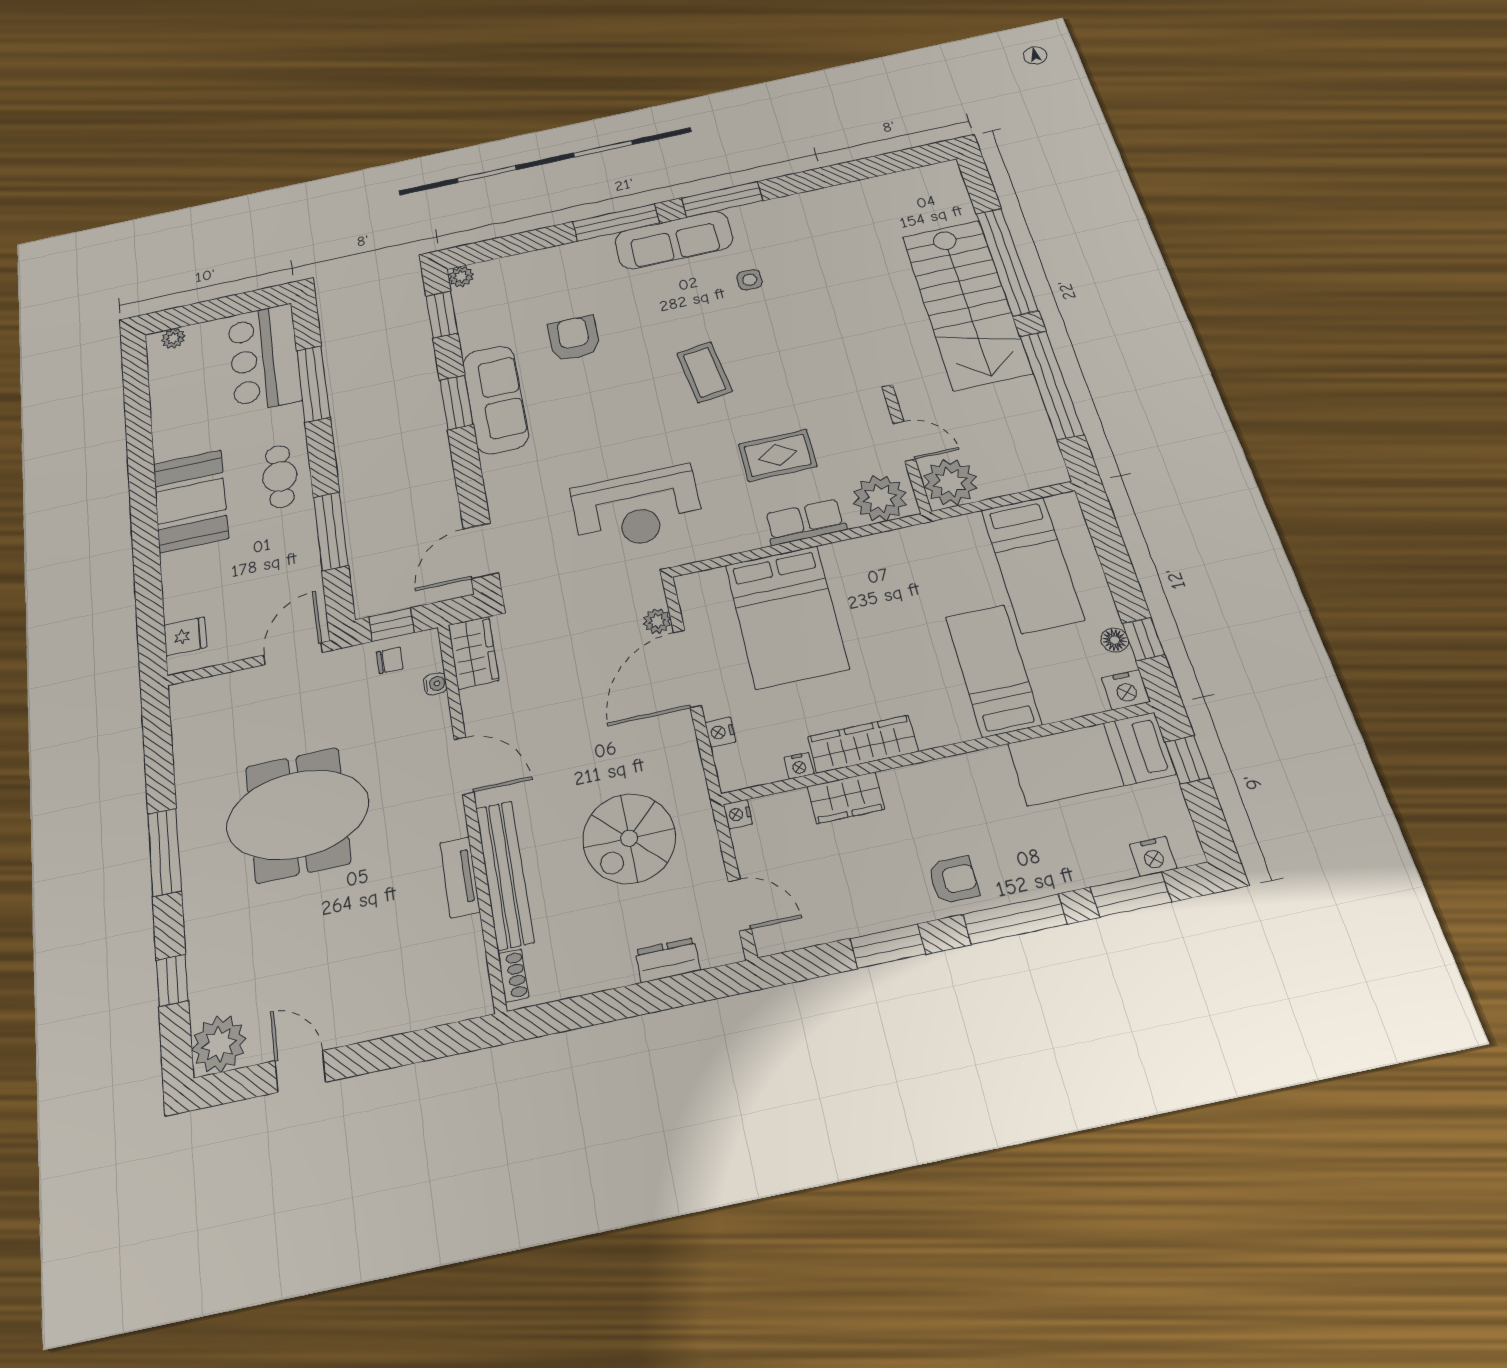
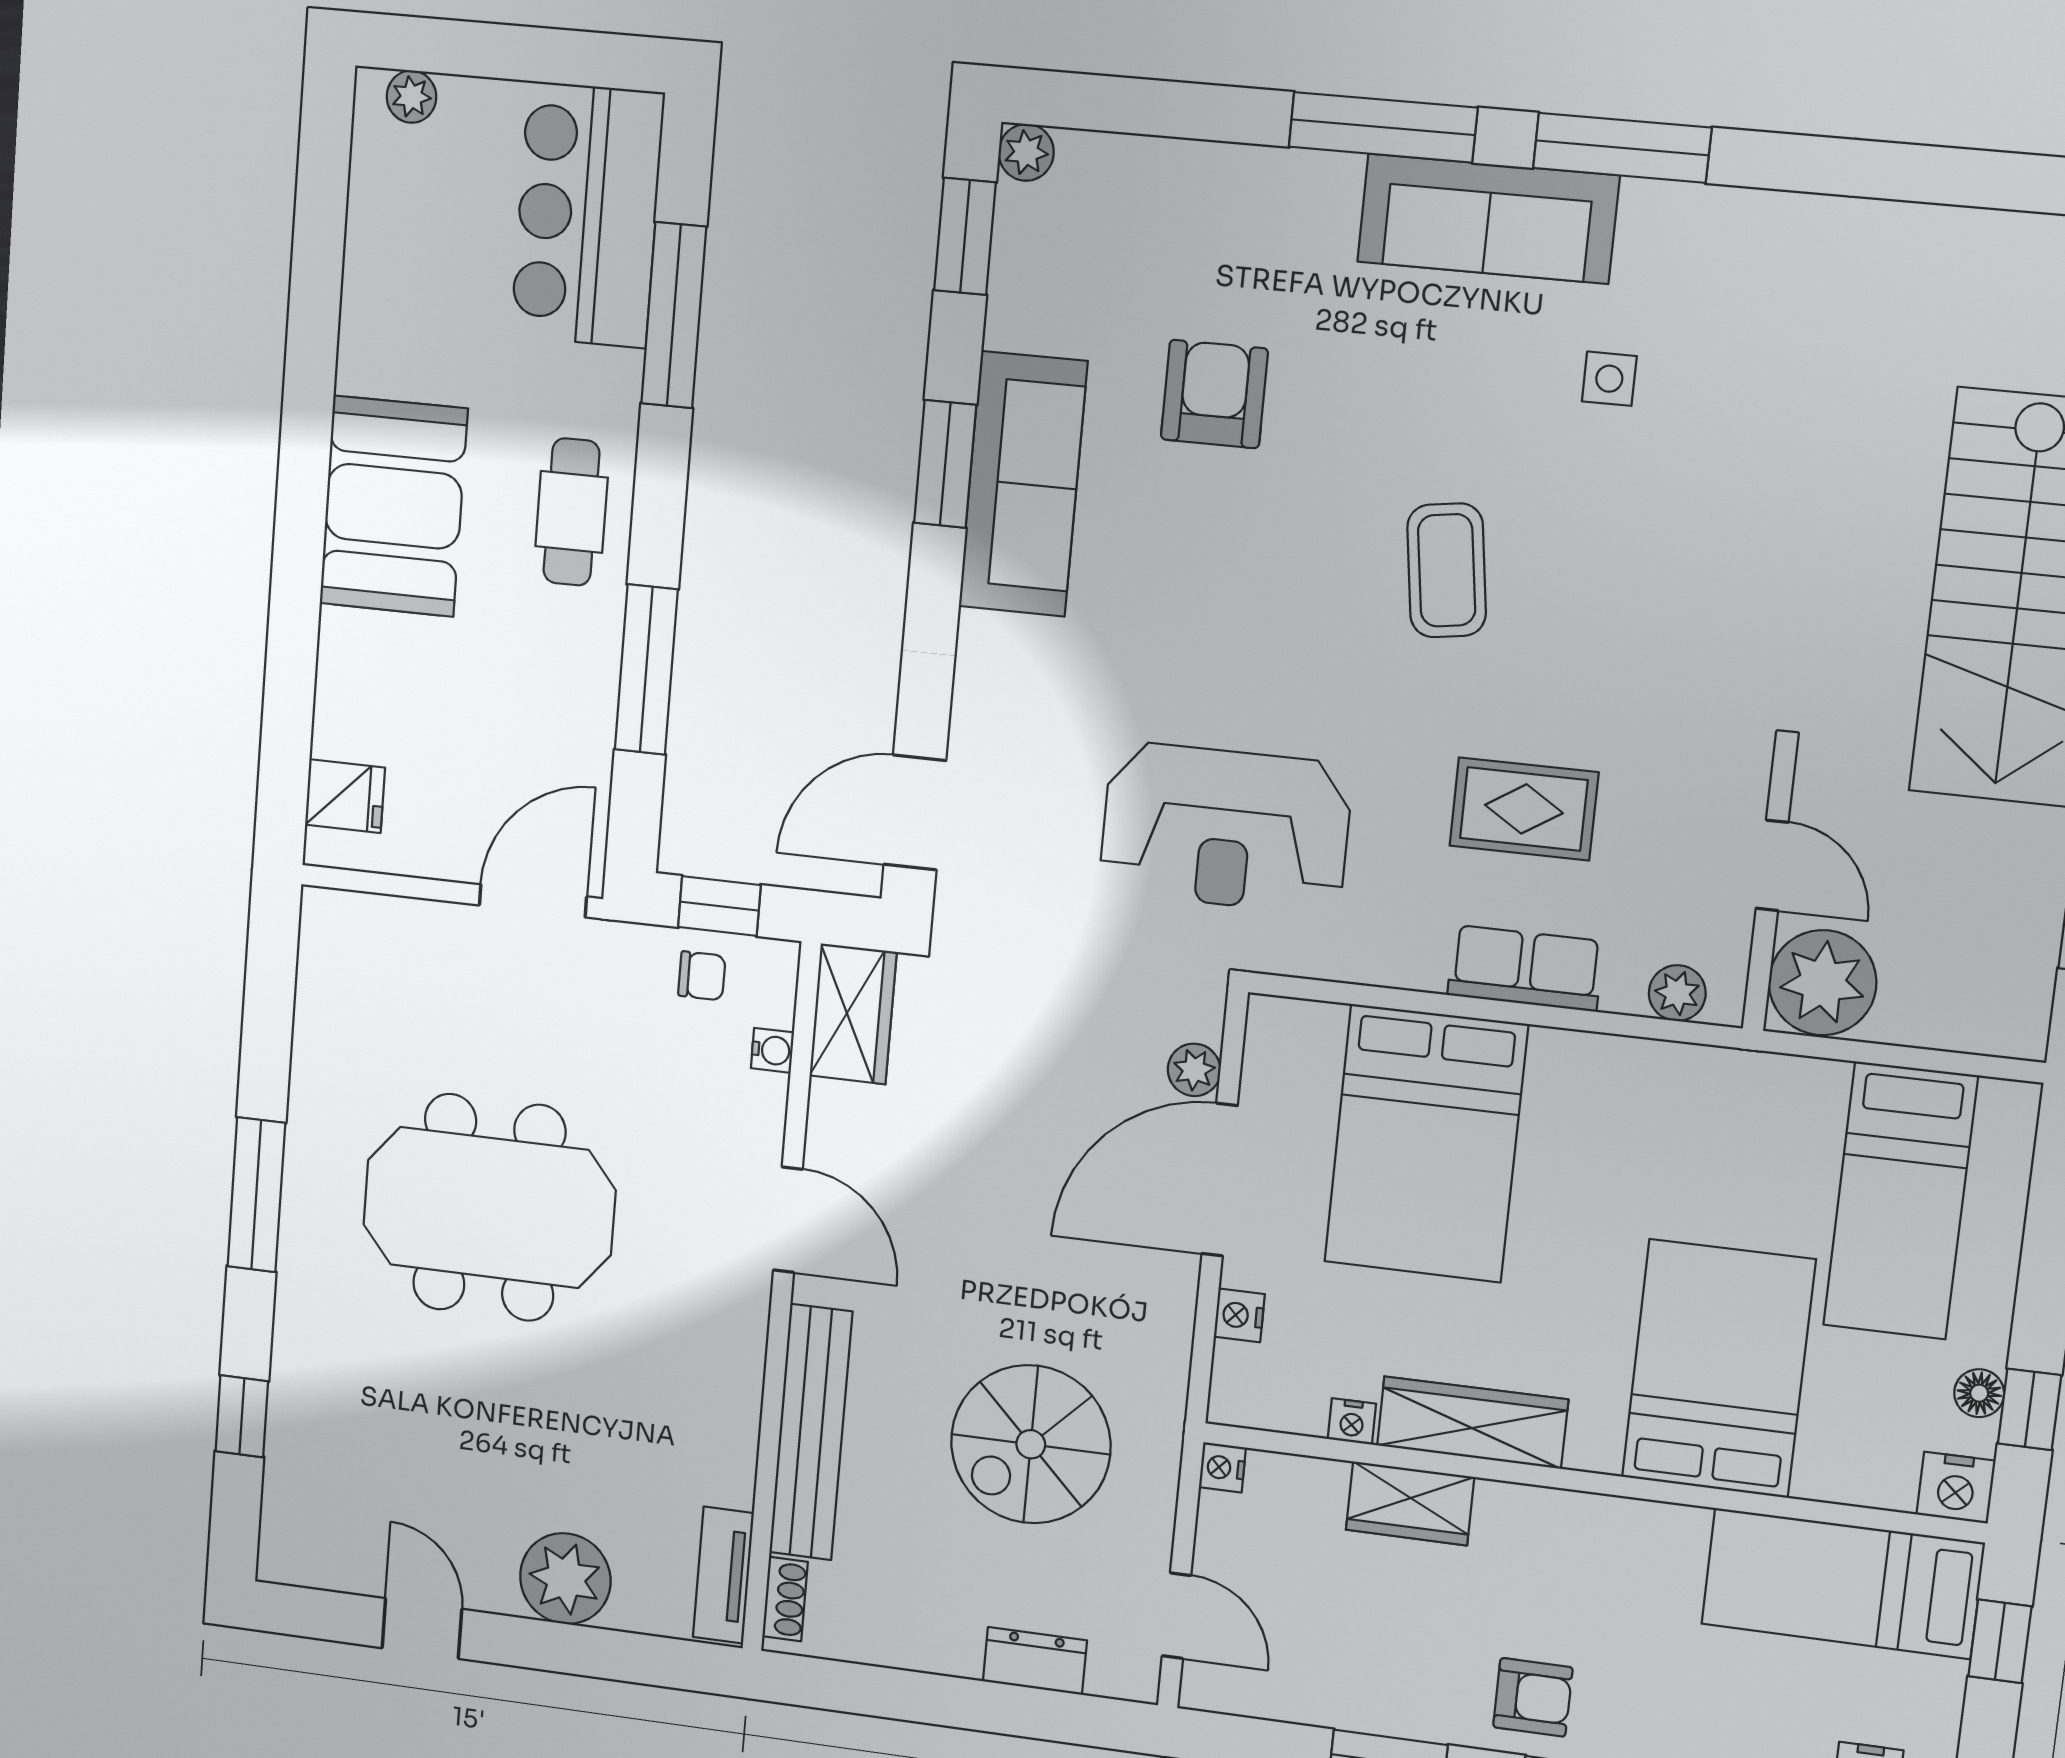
plant: (880, 498) -> (1677, 993), width x0.53, depth x0.53
bed: (993, 670) -> (1719, 1369), width x1.50
tv unit: (460, 877) -> (723, 1575), moved
plant: (219, 1044) -> (565, 1579), moved

